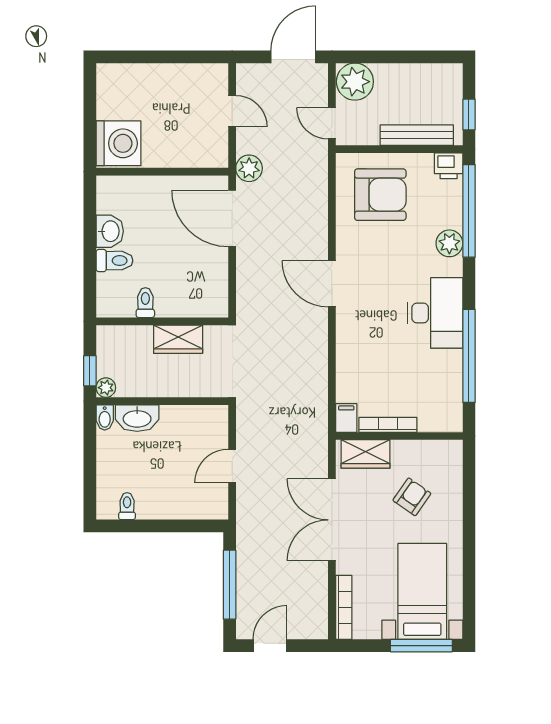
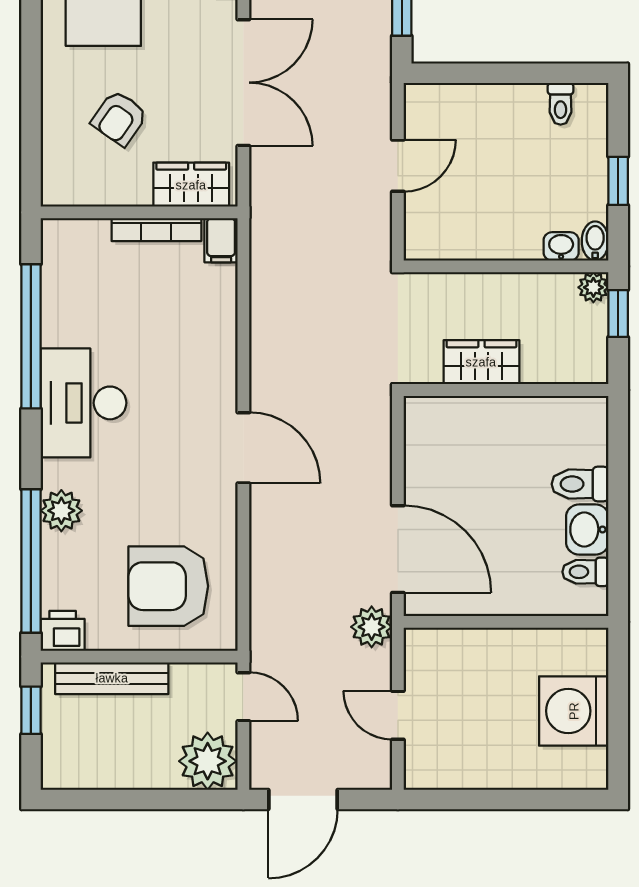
washing machine: (118, 143) -> (574, 711), moved
toilet: (145, 303) -> (585, 572), moved, turned 90
washbasin: (137, 418) -> (561, 246), width x0.52, depth x0.69
window: (90, 456) -> (618, 181), added

